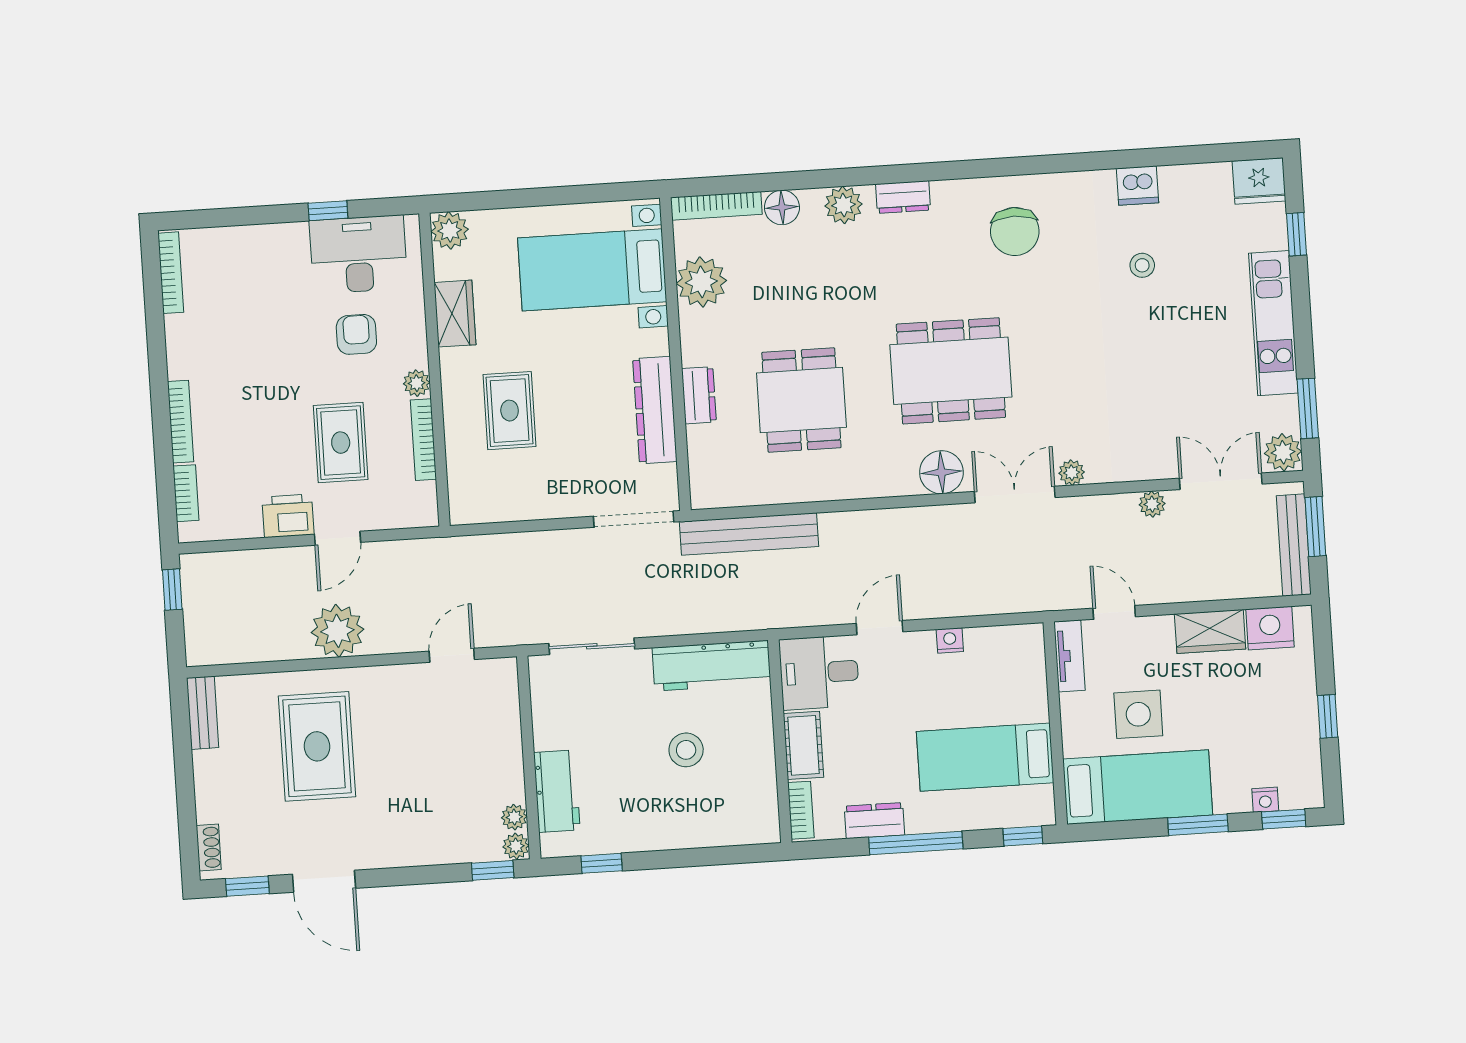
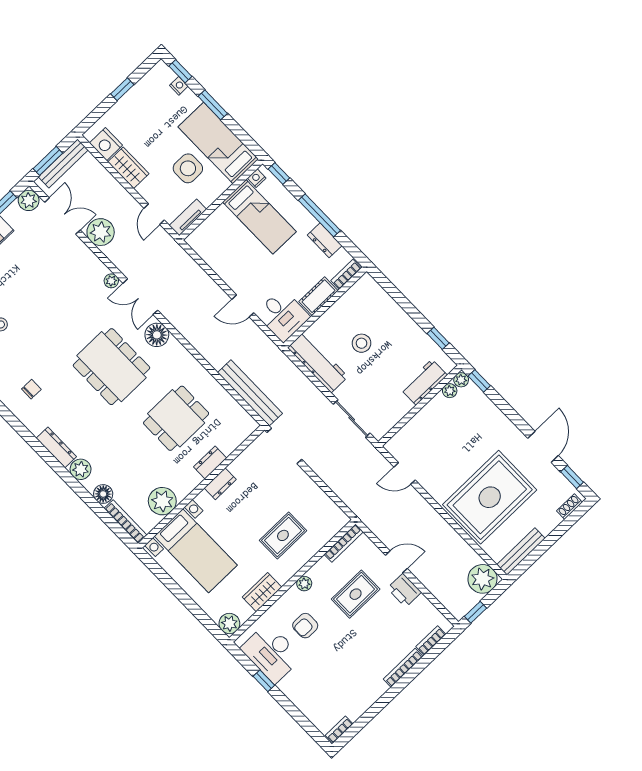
dresser: (903, 197) -> (56, 447), width x1.44
chair: (1015, 232) -> (31, 389), width x0.54, depth x0.54
bookcase: (171, 273) -> (339, 730), width x0.64
dresser: (655, 410) -> (220, 484), width x0.51, depth x0.80
bookcase: (423, 440) -> (344, 543), moved
double door: (1221, 481) -> (62, 216), swing flipped
plant: (1152, 504) -> (101, 232), width x1.88, depth x1.88
plant: (337, 631) -> (482, 579), moved
nightstand: (950, 640) -> (257, 178), moved, turned 90
bench: (203, 713) -> (521, 551), width x1.36
rug: (317, 746) -> (490, 497), width x1.37, depth x1.44

